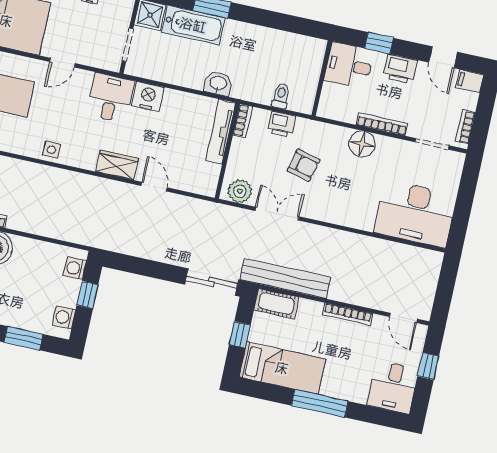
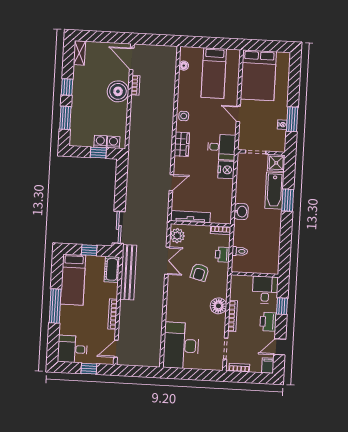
tv unit: (221, 132) -> (190, 217), moved
wardrobe: (117, 165) -> (182, 144), moved
washing machine: (64, 317) -> (100, 141), moved

